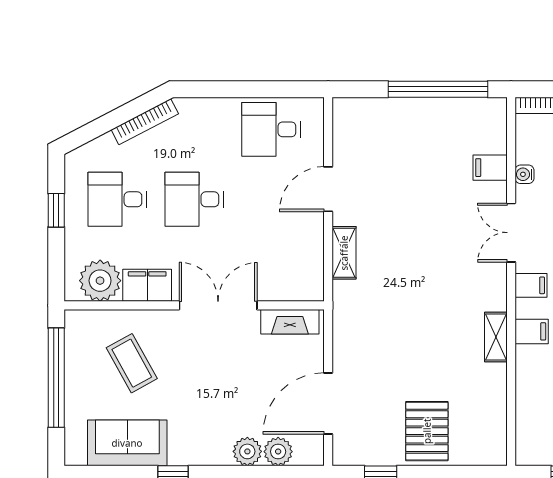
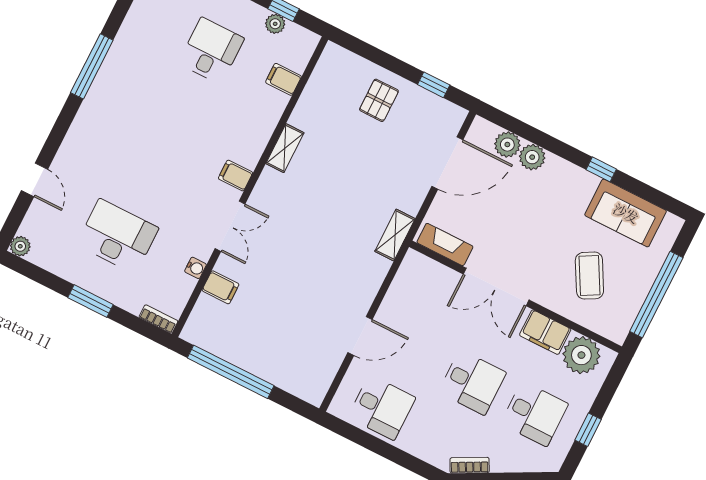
bookcase: (145, 122) -> (470, 465), width x0.64
shelving: (344, 253) -> (395, 235), moved
filing cabinet: (532, 331) -> (283, 79), moved
pallet: (427, 431) -> (379, 100), width x0.67, depth x0.71

